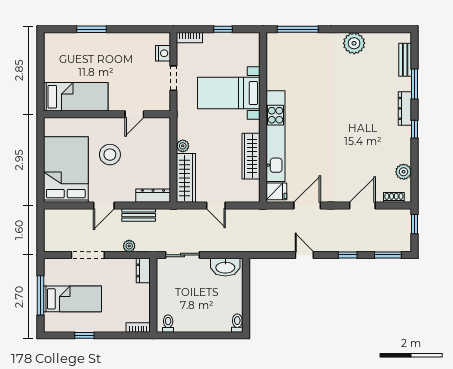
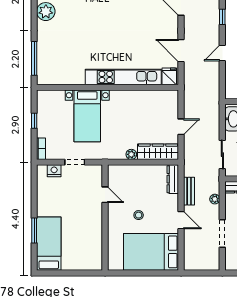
bed: (76, 97) -> (49, 244), moved
stool: (110, 155) -> (139, 215), width x0.53, depth x0.53
wardrobe: (251, 156) -> (140, 97), removed

